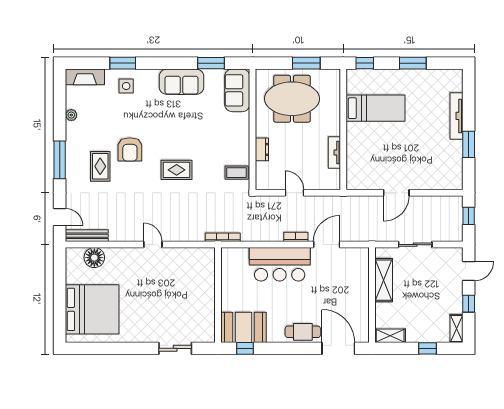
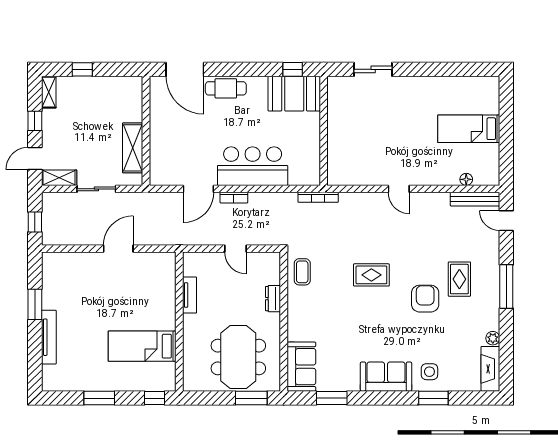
window: (306, 63) -> (251, 398), moved
fireplace: (85, 77) -> (490, 369), moved, turned -90
sofa: (181, 82) -> (386, 377), moved
meeting table: (292, 99) -> (238, 357), turned 90
coffee table: (237, 173) -> (302, 272), turned 90
floor lamp: (94, 258) -> (466, 179), width x0.53, depth x0.53
bed: (92, 309) -> (469, 129), width x0.49
shelving: (390, 336) -> (59, 178), moved

